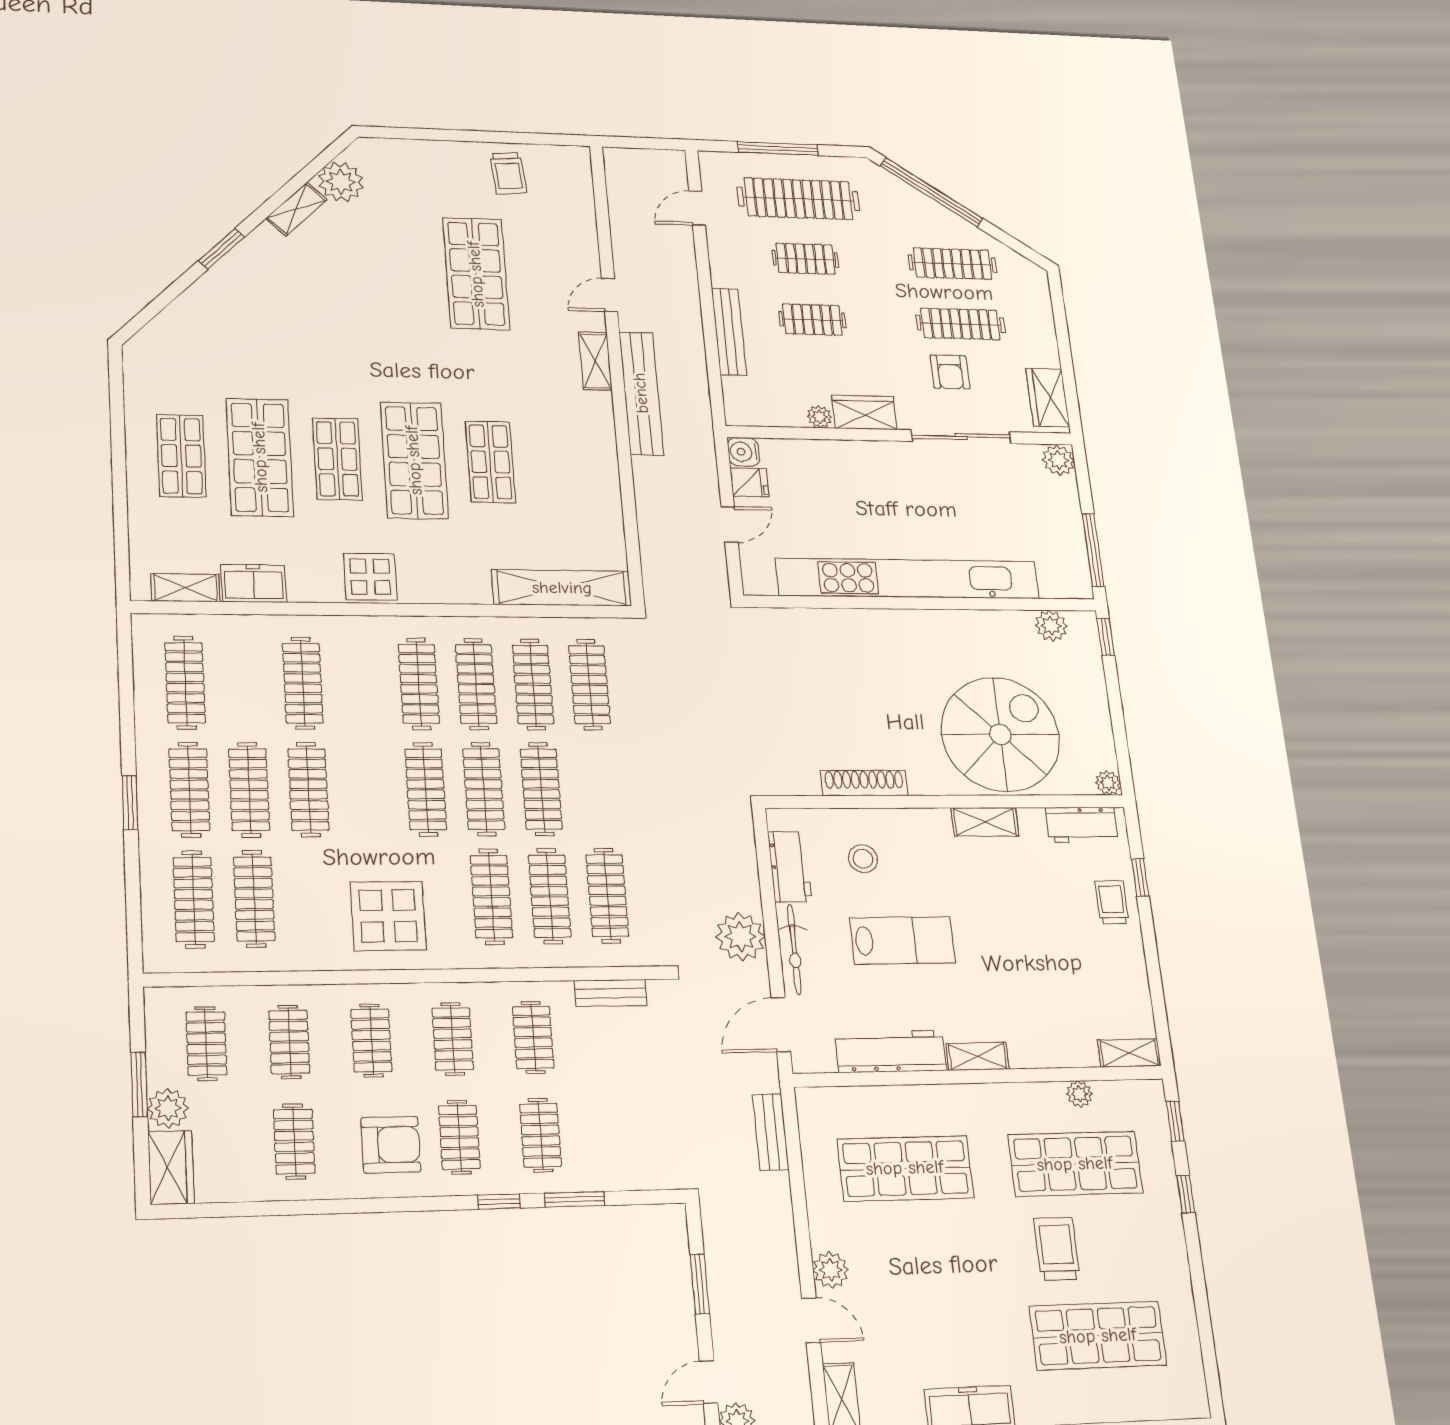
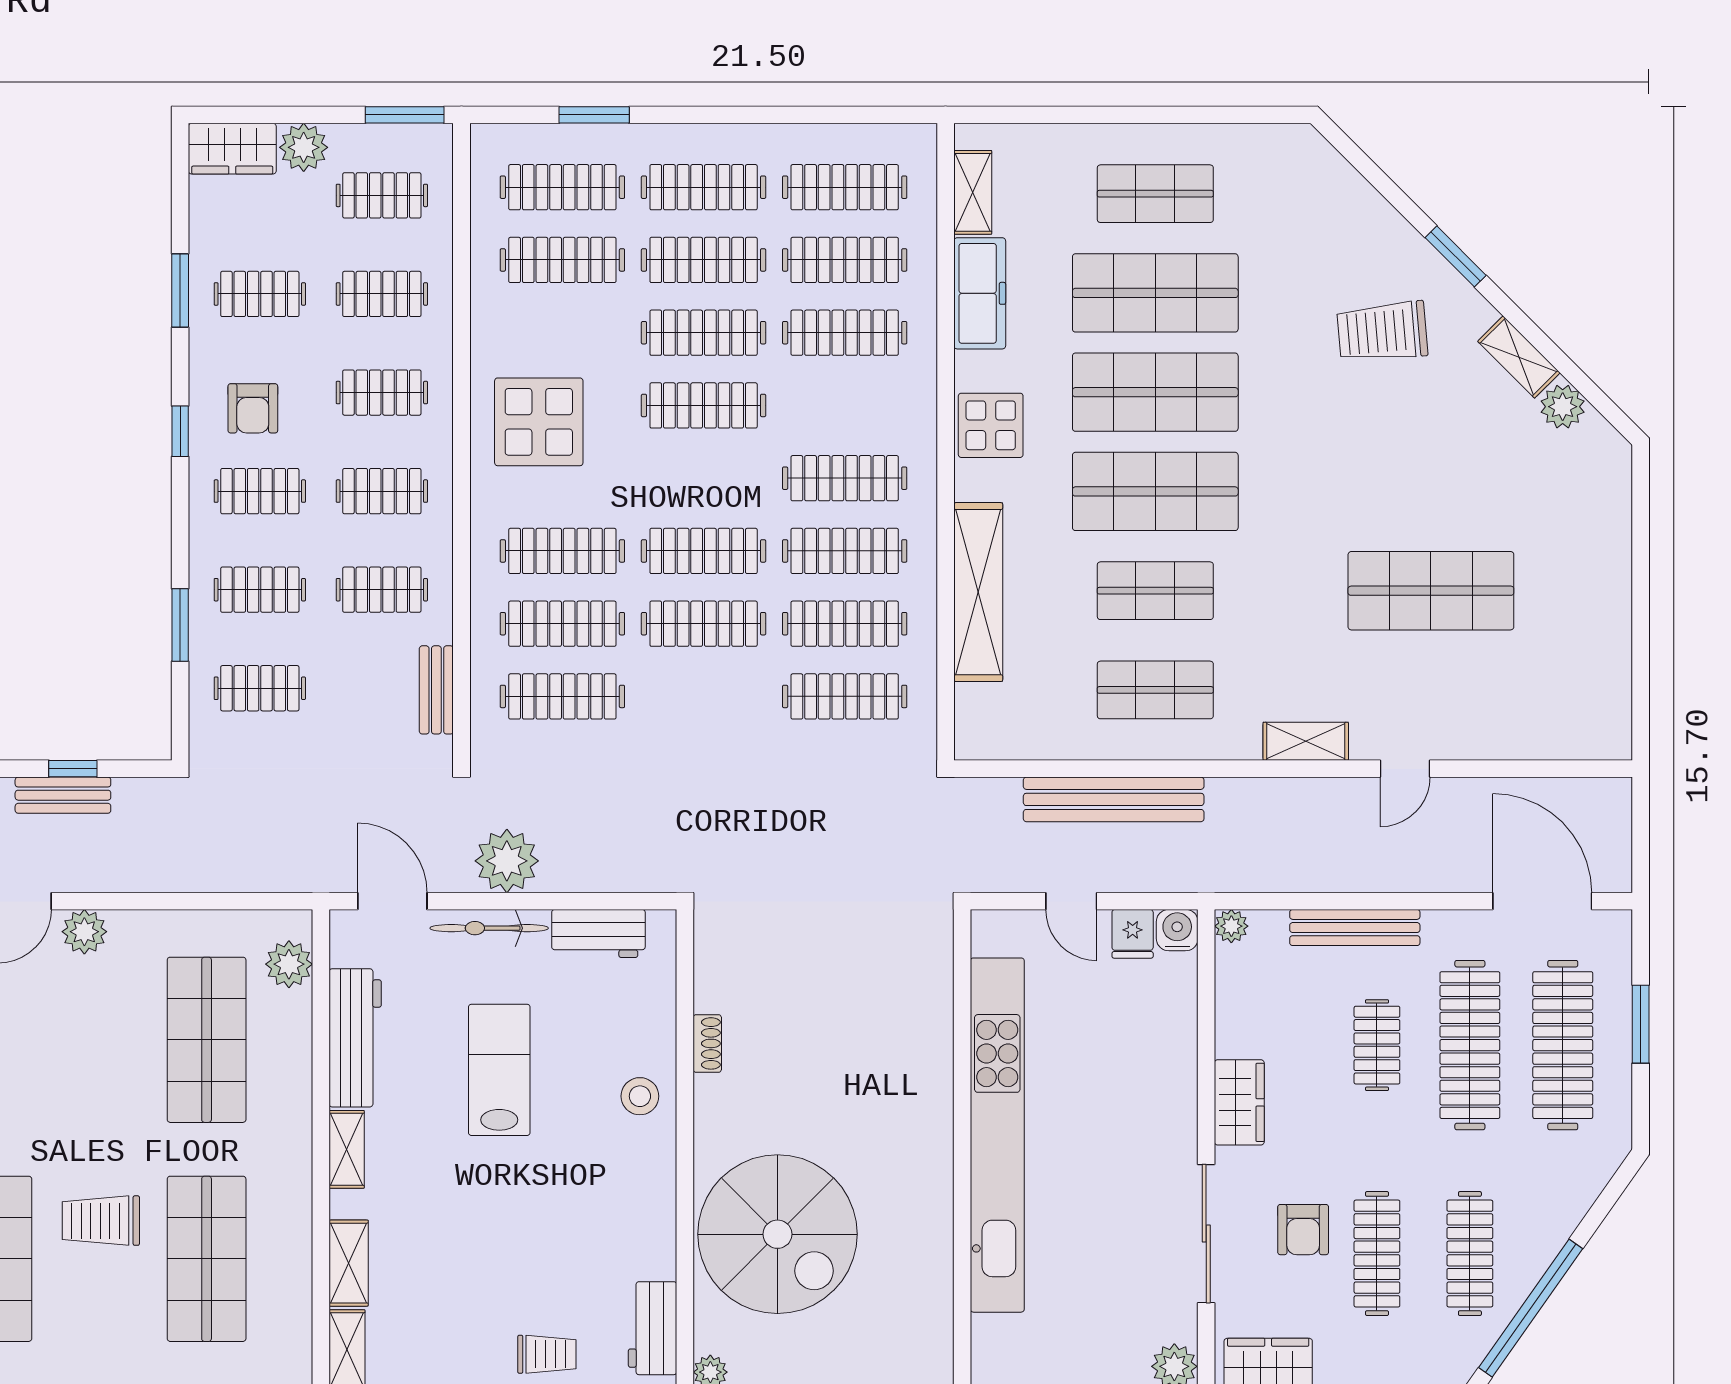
window: (778, 149) -> (1641, 1024), width x0.69
trolley: (508, 173) -> (1382, 332), moved, width x1.36, depth x1.39
plant: (341, 182) -> (1563, 407), width x0.73, depth x0.73
window: (931, 192) -> (1531, 1308), moved
door: (697, 208) -> (1542, 901), width x1.88
clothes rail: (805, 259) -> (1470, 1045), width x1.86, depth x1.31
door: (610, 295) -> (1405, 769), swing flipped
armchair: (950, 372) -> (1303, 1230), turned -90
bench: (641, 393) -> (1114, 799), moved
plant: (819, 417) -> (1231, 926), moved
shop shelf: (337, 459) -> (1155, 392), width x1.43, depth x1.36
shop shelf: (566, 463) -> (1155, 690), added
freezer: (254, 583) -> (980, 293), width x1.40
shelving: (562, 588) -> (978, 592), moved
plant: (1051, 626) -> (932, 1324), removed
clothes rail: (244, 683) -> (845, 260), added
shoe rack: (864, 783) -> (707, 1043), width x0.51, depth x0.81
clothes rail: (426, 789) -> (704, 405), moved
window: (130, 802) -> (594, 115), moved
shelving: (985, 822) -> (349, 1263), moved
stool: (863, 859) -> (640, 1096), moved
lab bench: (903, 940) -> (499, 1070), turned 180
window: (139, 1085) -> (405, 115), moved
plant: (1079, 1094) -> (289, 964), moved, width x1.38, depth x1.38
bench: (771, 1132) -> (63, 795), moved
clothes rail: (621, 1133) -> (260, 688), added
armchair: (391, 1145) -> (253, 408), width x0.72, depth x0.72
window: (499, 1202) -> (180, 431), moved
window: (294, 1208) -> (180, 290), added
trolley: (1057, 1249) -> (101, 1221), turned 180
window: (700, 1284) -> (73, 769), width x0.67

